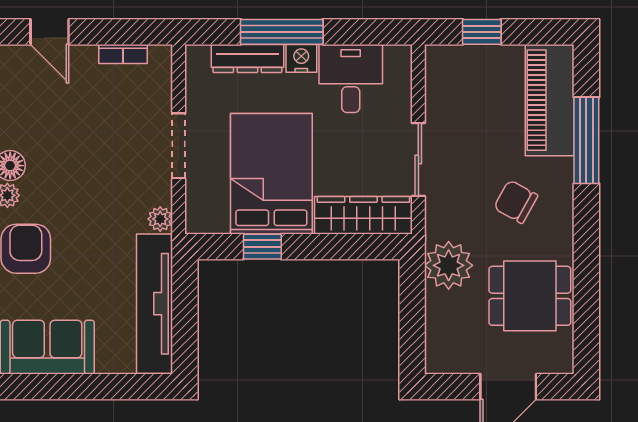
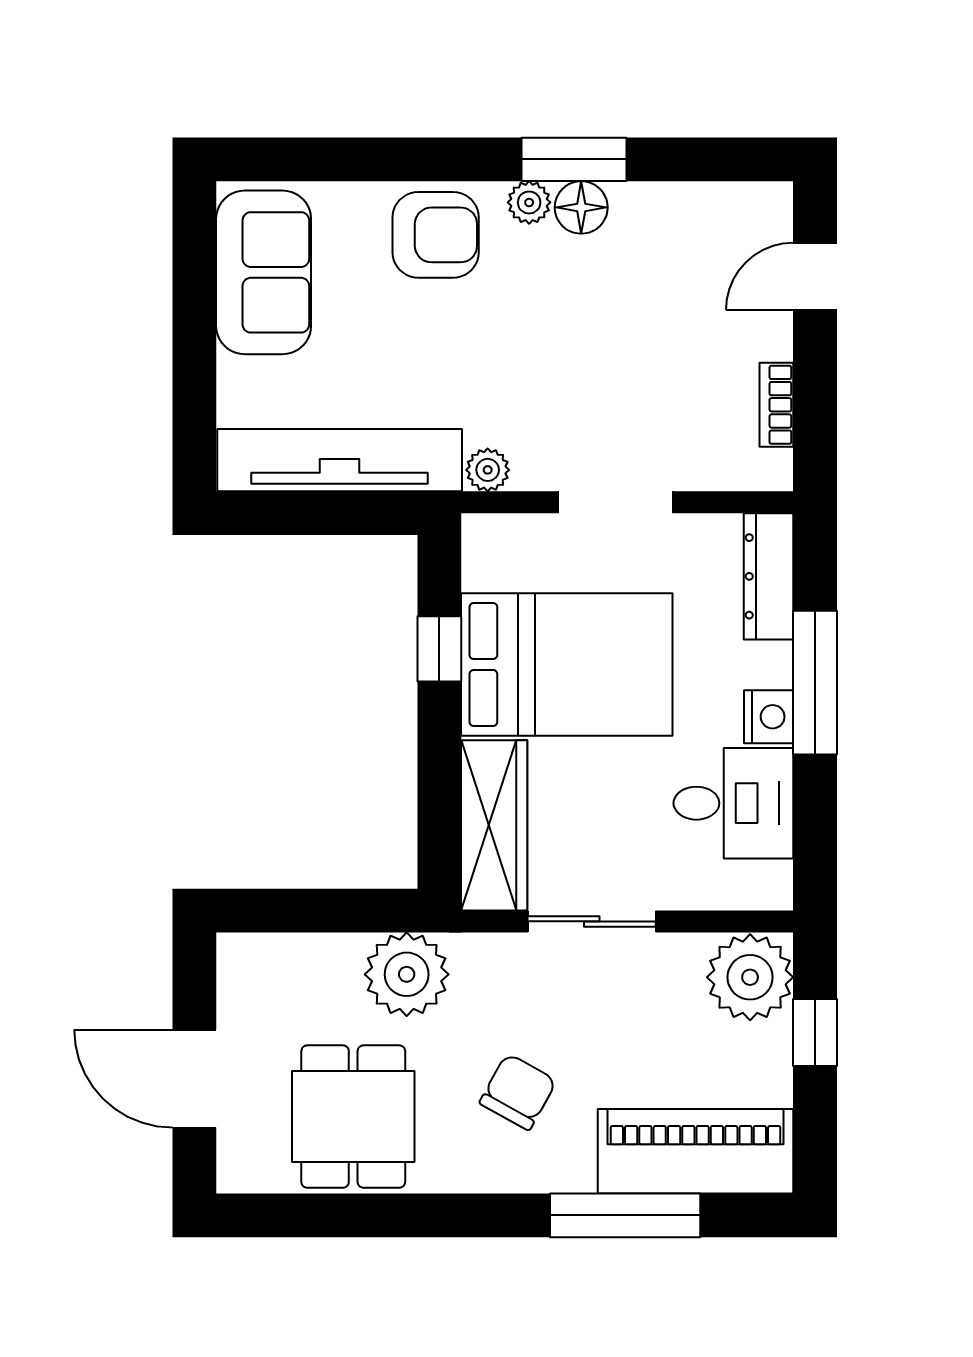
dresser: (247, 58) -> (768, 576), moved
plant: (450, 69) -> (750, 977), added

